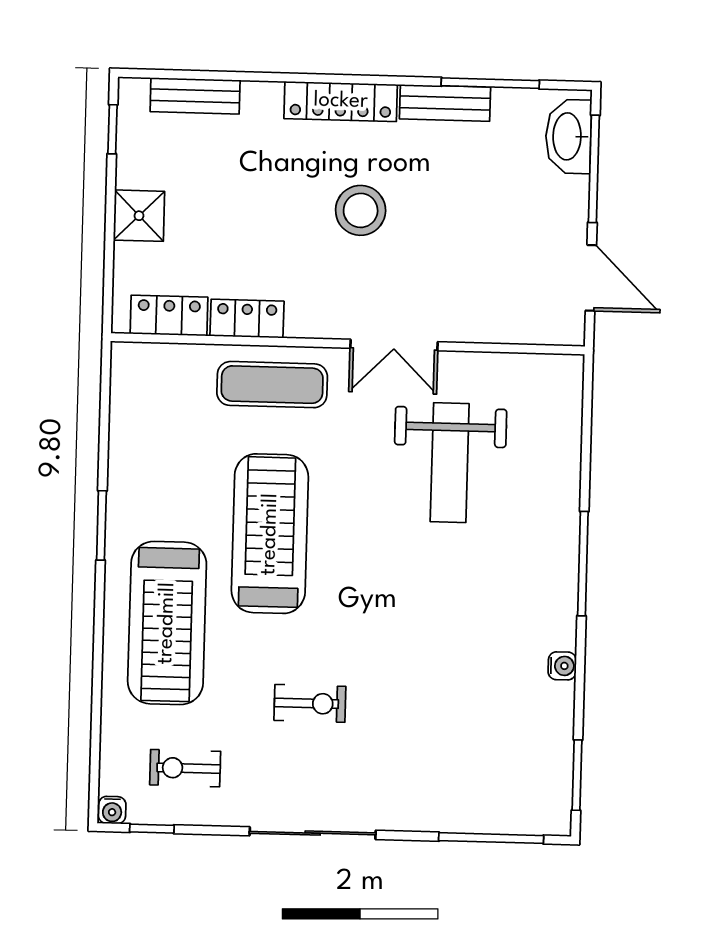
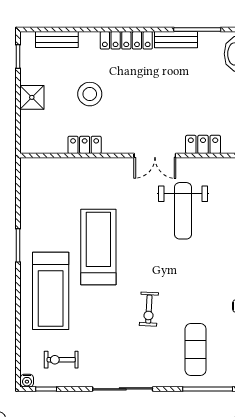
stool: (361, 210) -> (90, 94), moved
locker: (169, 315) -> (203, 144), moved
exercise mat: (272, 385) -> (196, 349), moved, turned 90
exercise bike: (310, 703) -> (149, 309), moved, turned 93

